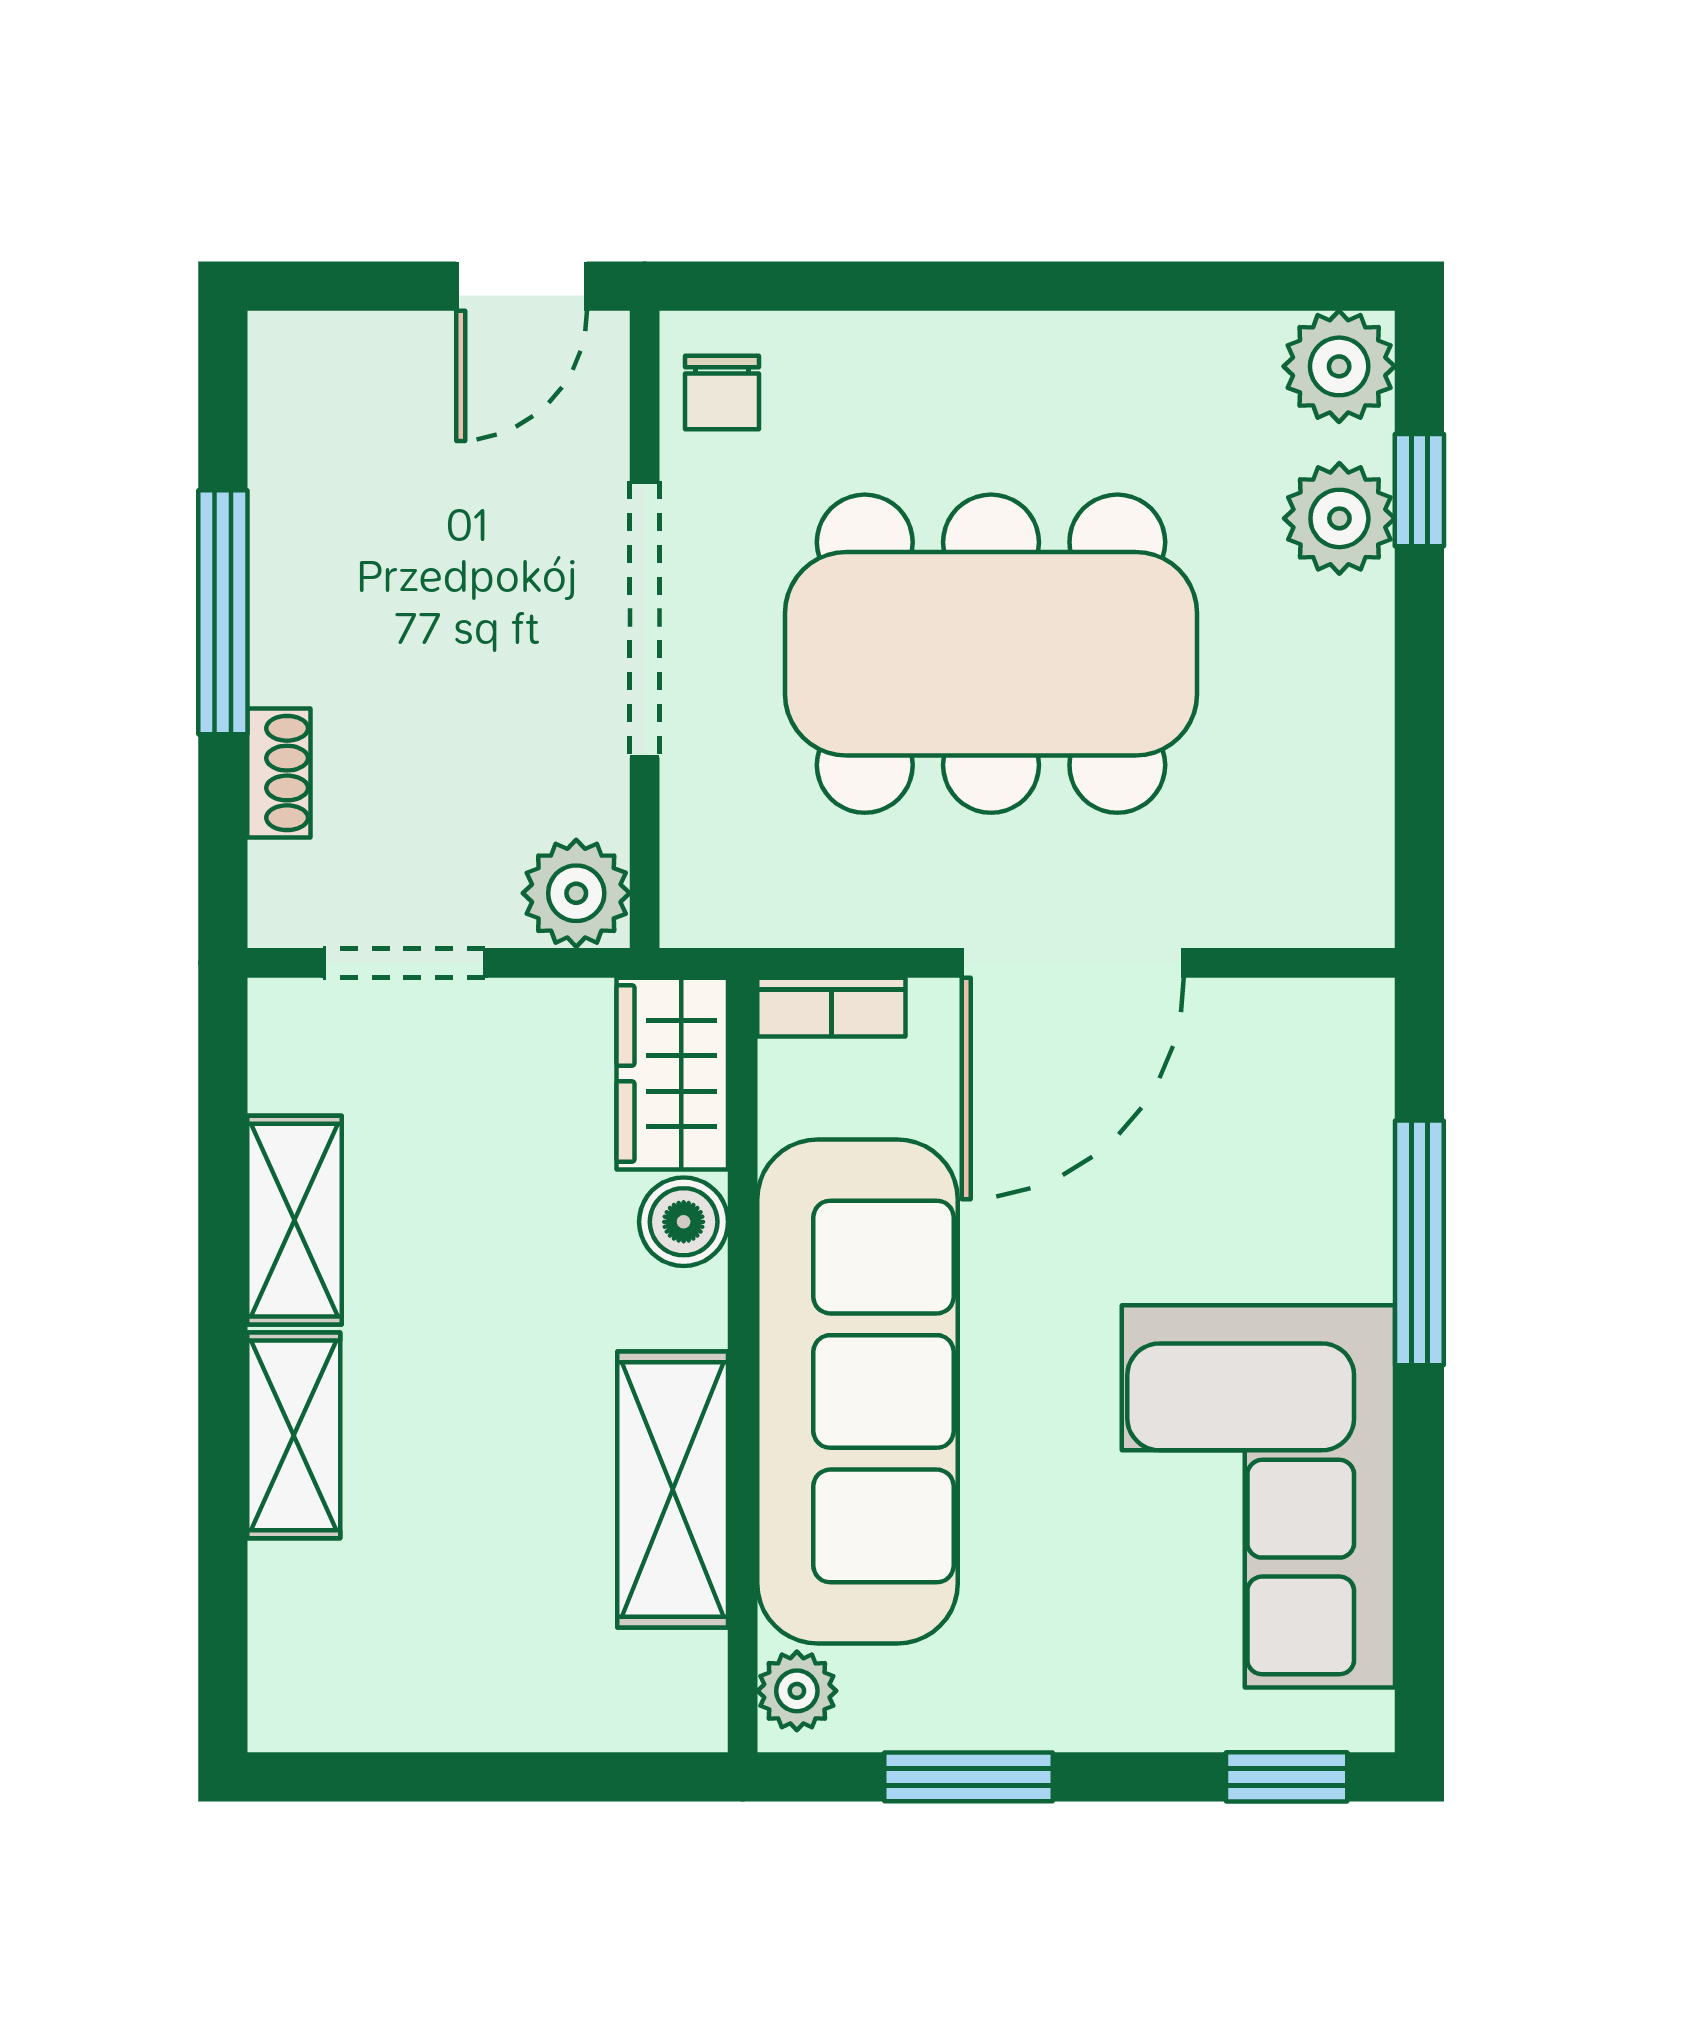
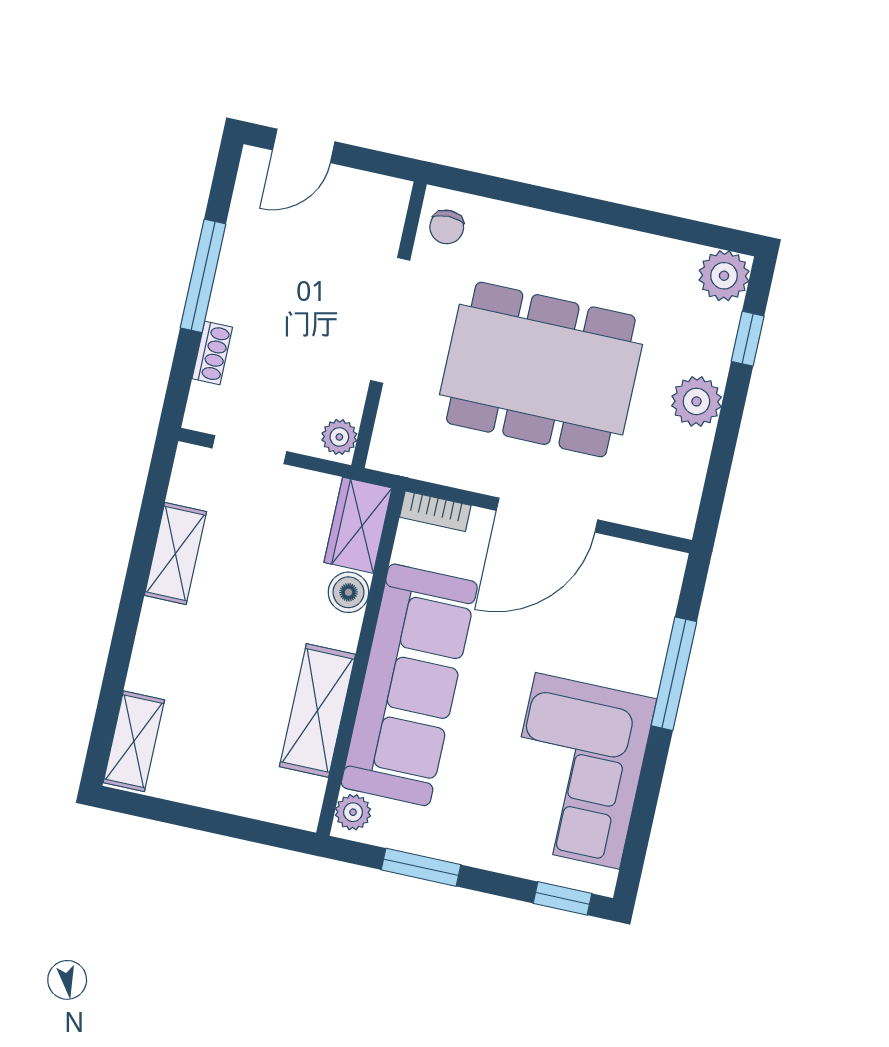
door: (522, 286) -> (304, 146), moved
plant: (1339, 518) -> (696, 401), moved
plant: (576, 893) -> (339, 437), width x0.73, depth x0.73
shelving: (294, 1435) -> (134, 741), moved

